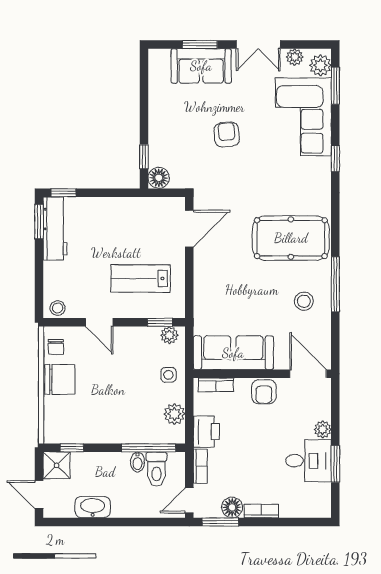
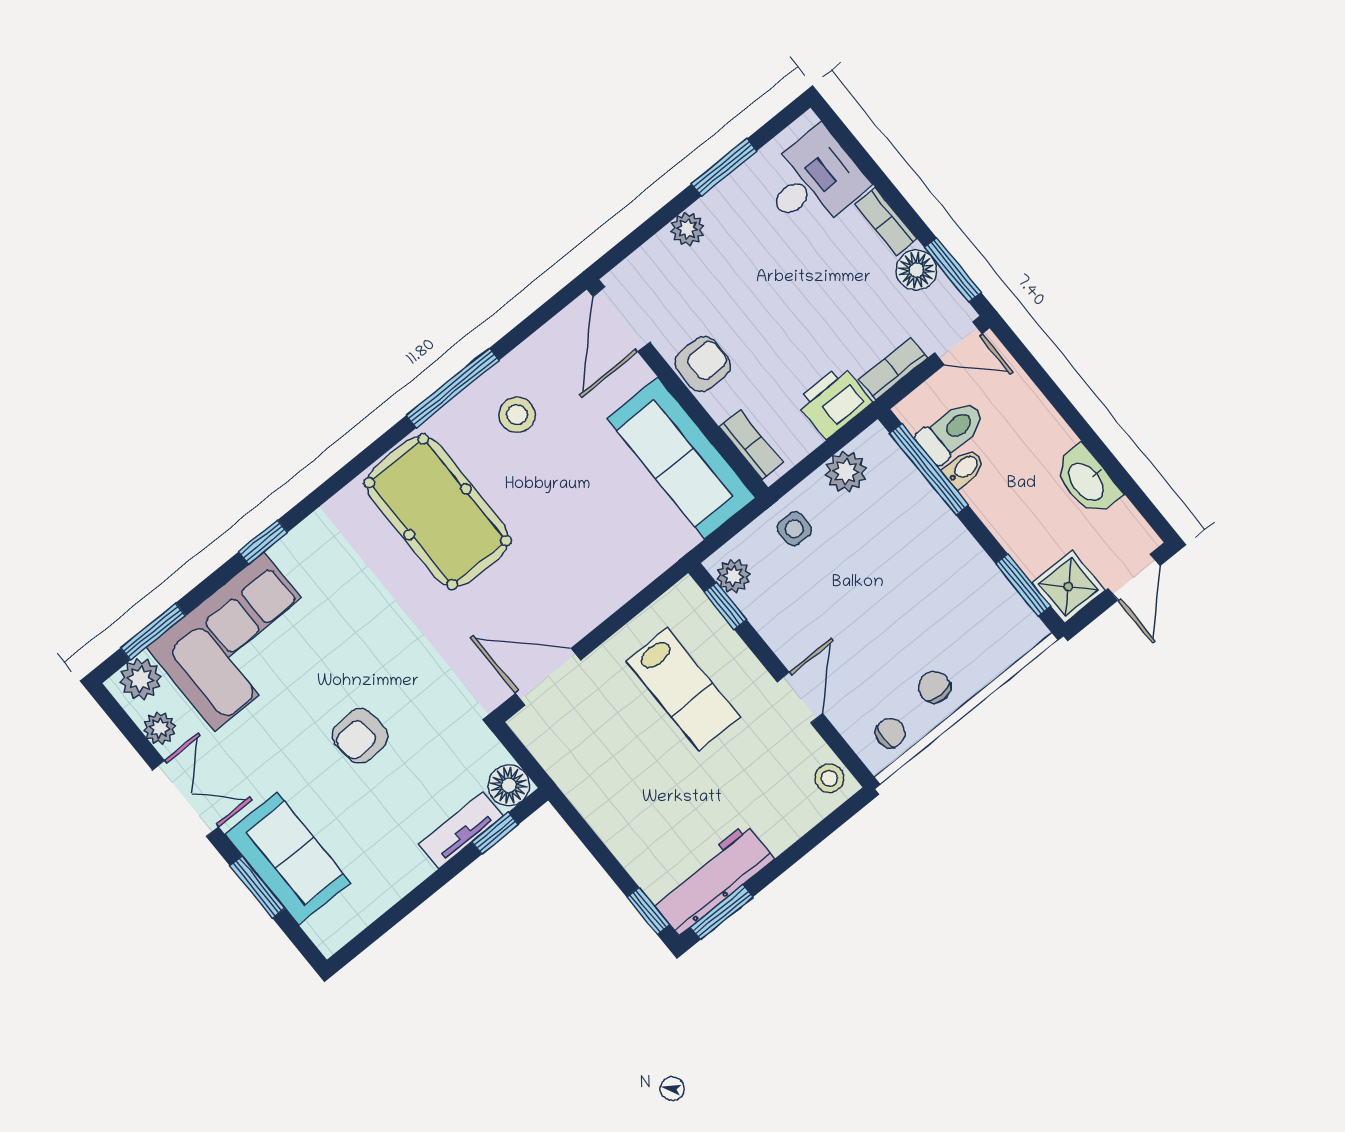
tv unit: (156, 144) -> (461, 830), added
chair: (60, 379) -> (934, 687), width x0.54, depth x0.54
window: (72, 448) -> (1023, 585), width x1.50
desk: (309, 461) -> (813, 181), moved, turned 90

